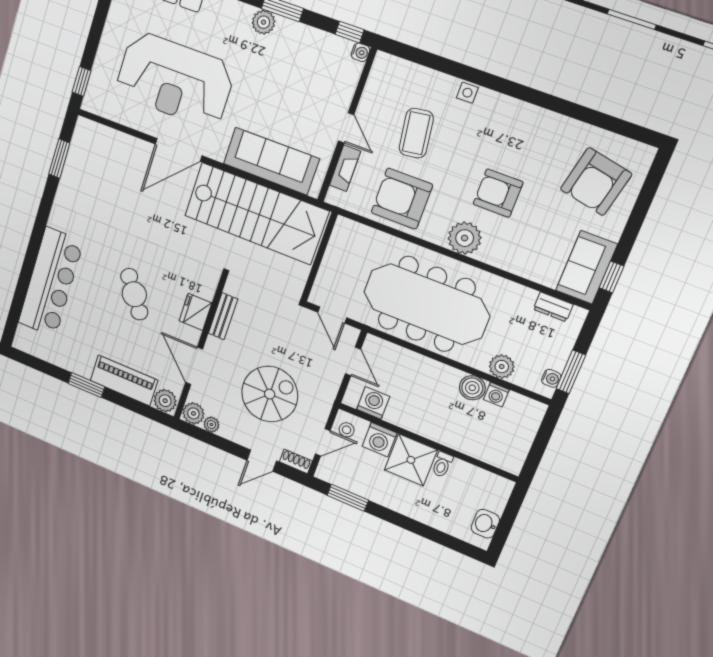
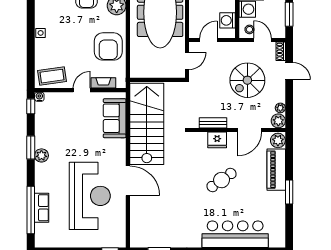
coffee table: (416, 133) -> (52, 76), moved
sofa: (271, 161) -> (115, 118), width x0.73
spiral stairs: (270, 394) -> (247, 80), turned -90

